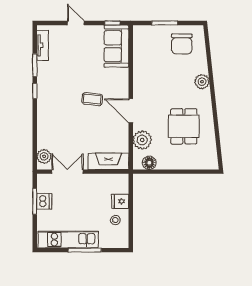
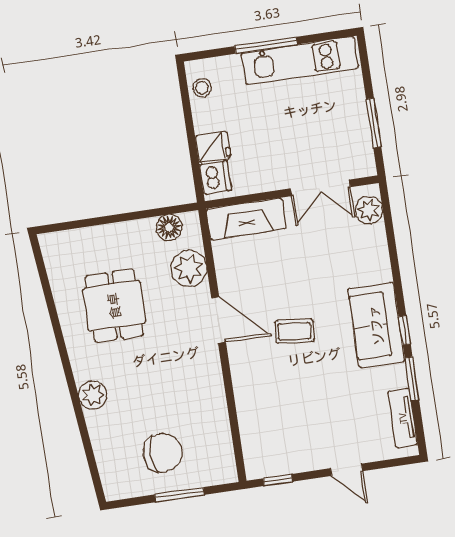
chair: (182, 44) -> (163, 453), moved, turned 90
sofa: (116, 46) -> (376, 325), moved, turned 180
dishwasher: (44, 201) -> (215, 177), moved, turned 180
stool: (115, 220) -> (202, 88), moved

